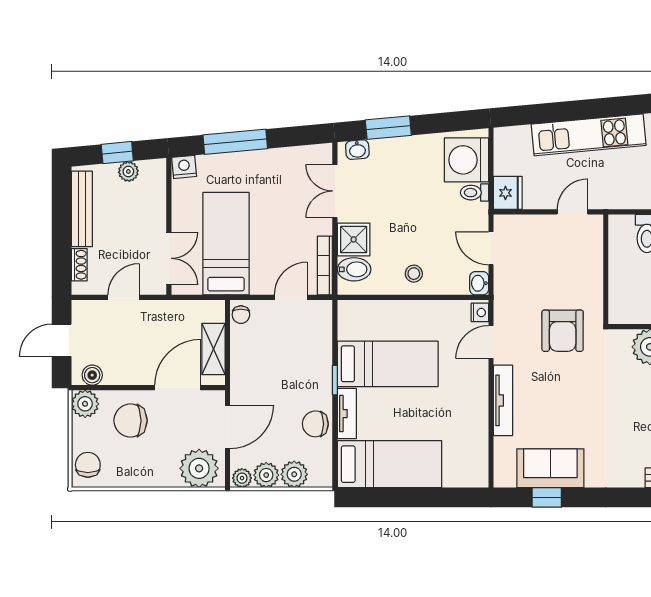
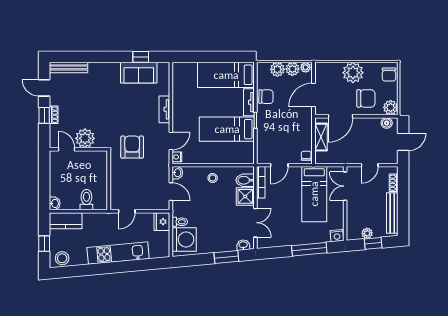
tv unit: (503, 400) -> (164, 109), width x0.71
plant: (199, 468) -> (353, 73), moved

